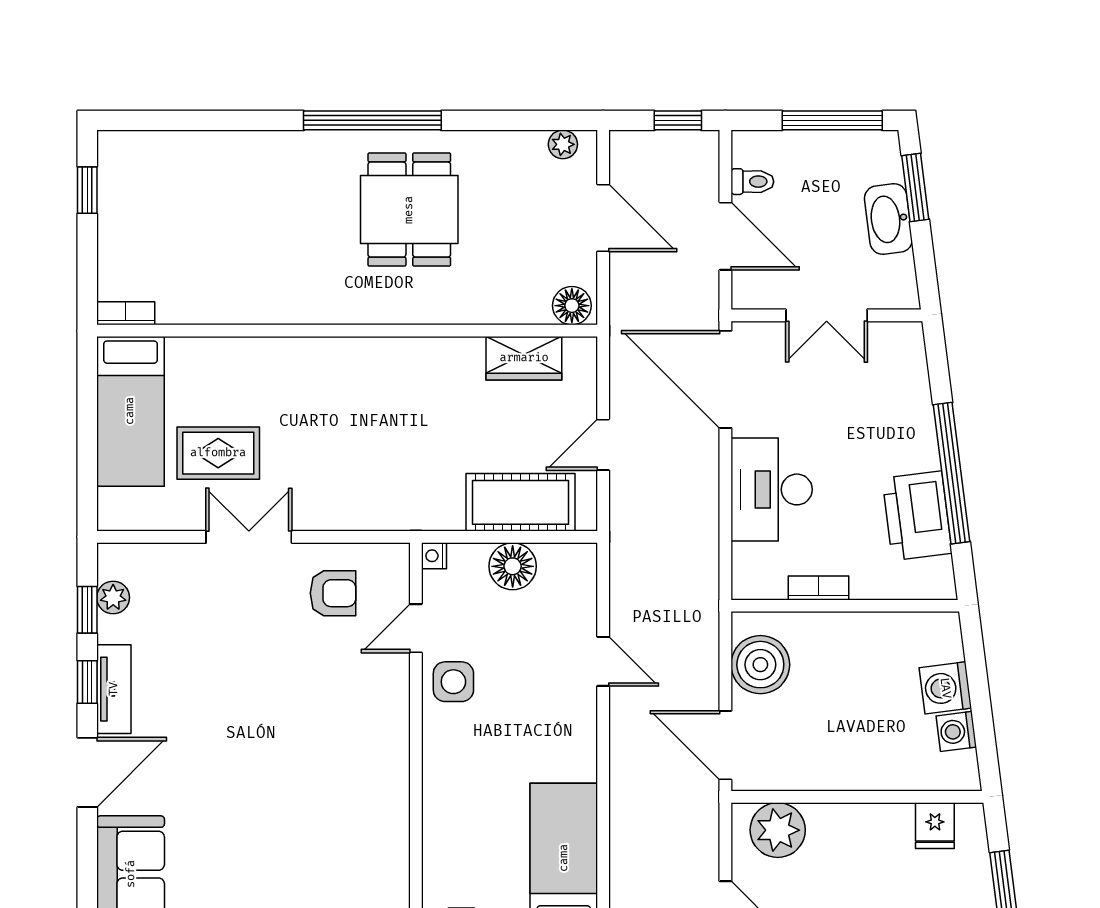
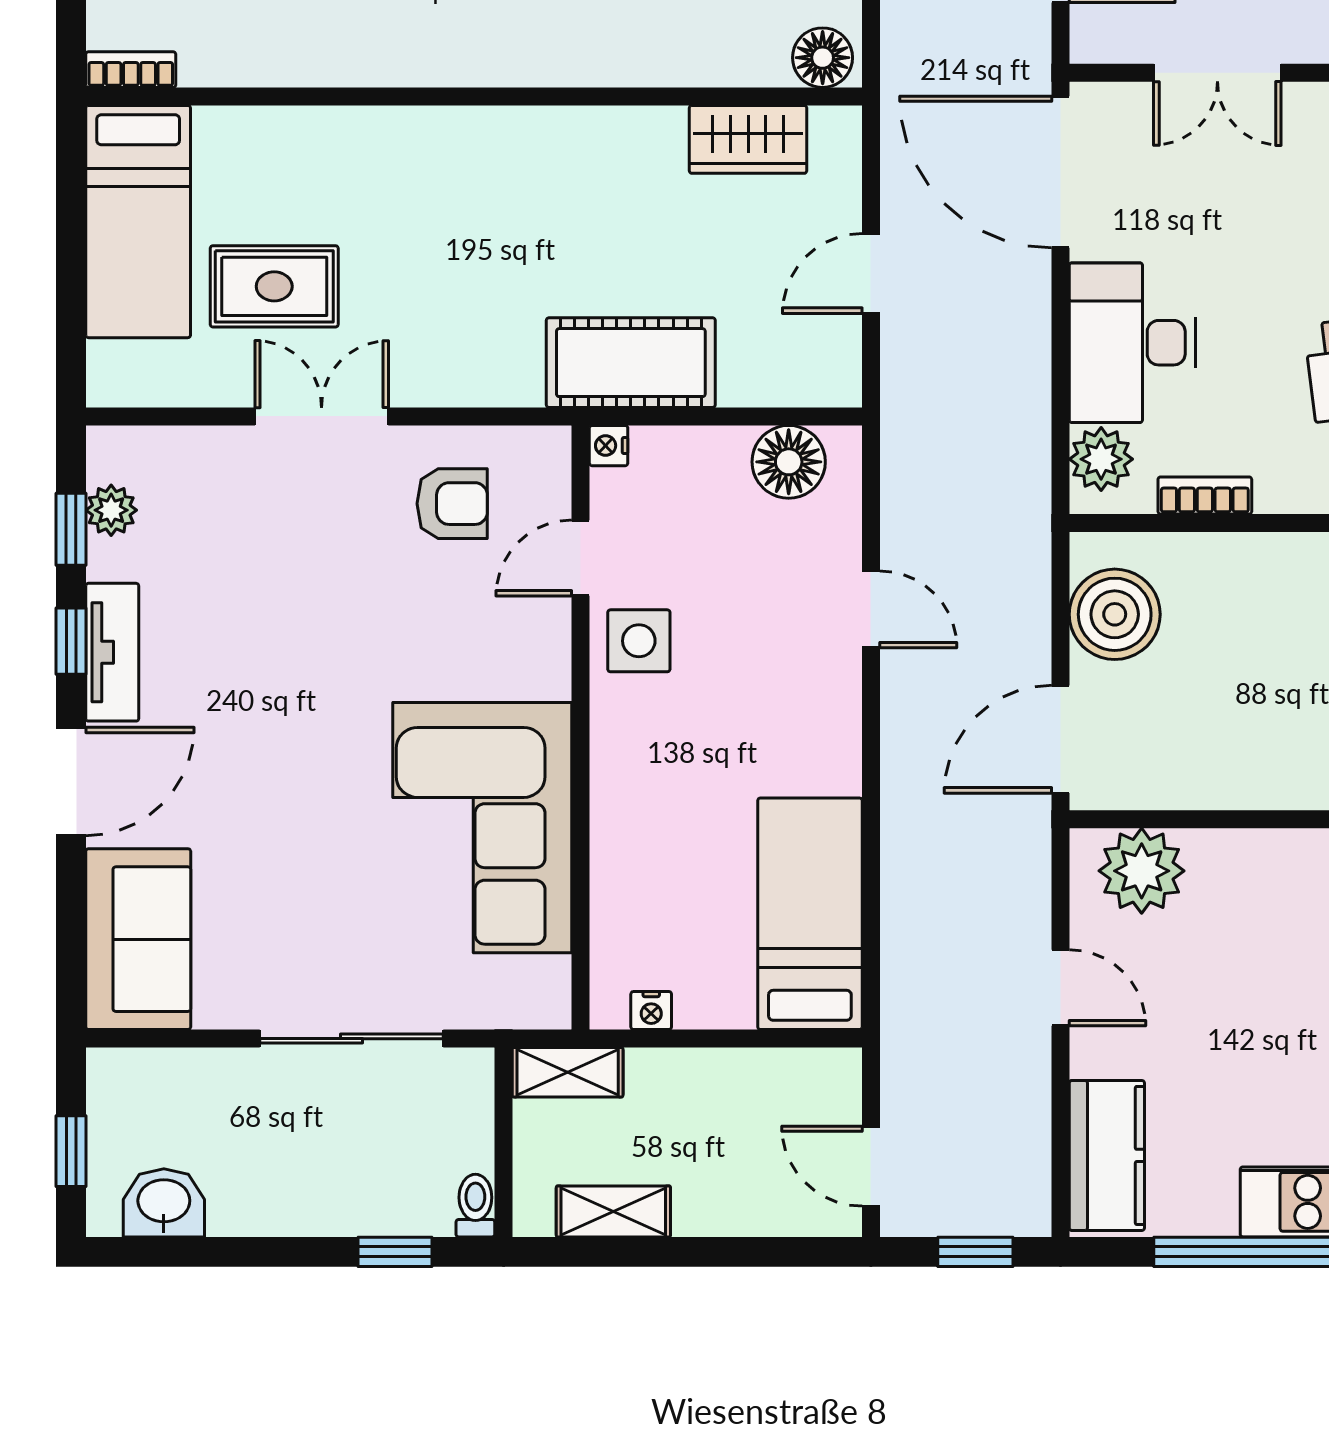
cot: (520, 502) -> (631, 363), moved
plant: (752, 565) -> (1101, 459), added
floor lamp: (513, 566) -> (789, 462), moved
door: (725, 745) -> (1061, 739), hinge flipped
corner sofa: (352, 802) -> (482, 828), added

